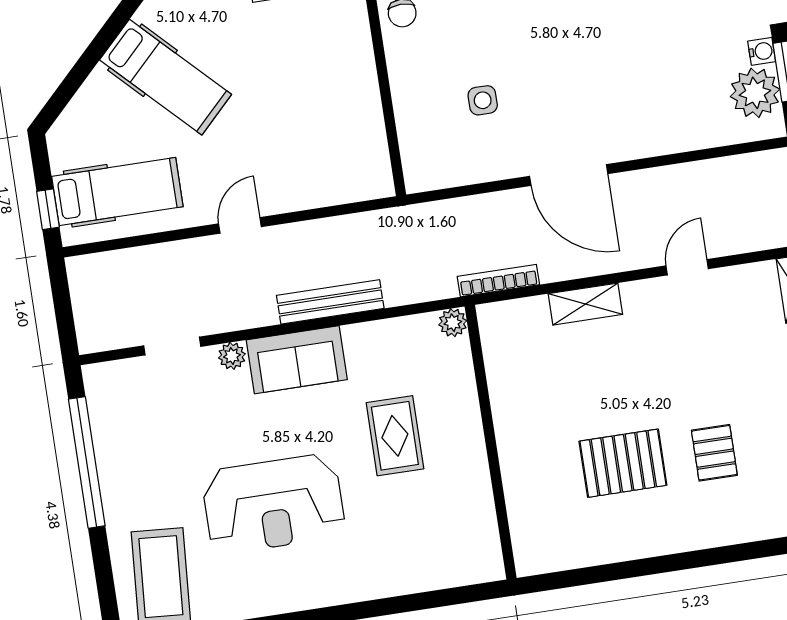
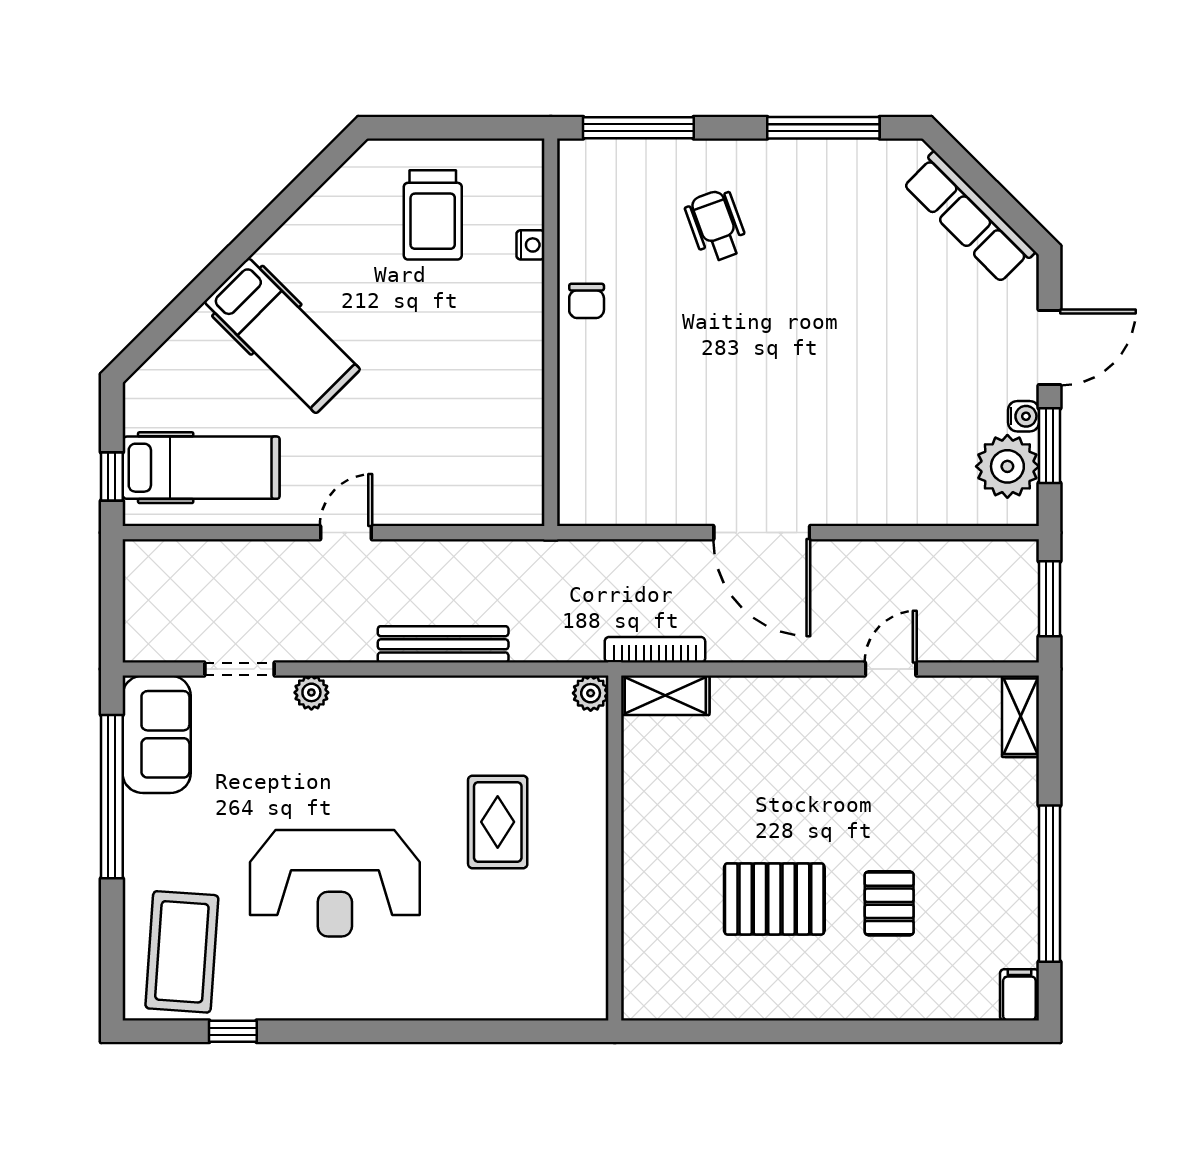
side table: (483, 100) -> (670, 424), removed
shelving: (585, 304) -> (665, 695), moved
sofa: (297, 360) -> (157, 734), moved, turned -90

